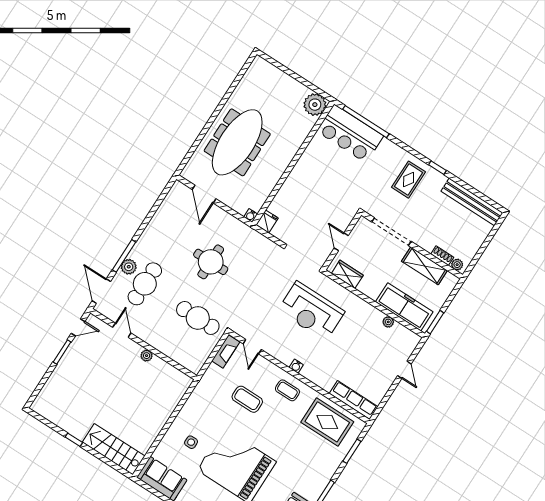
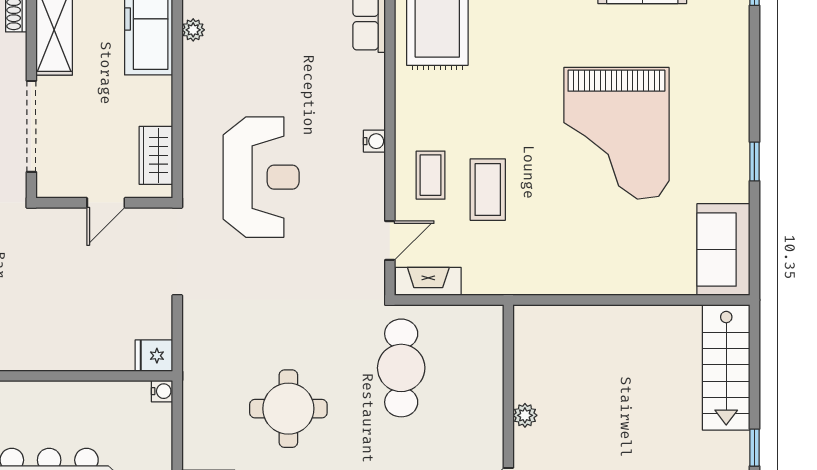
coffee table: (287, 390) -> (431, 175), moved
side table: (191, 442) -> (626, 240), removed

